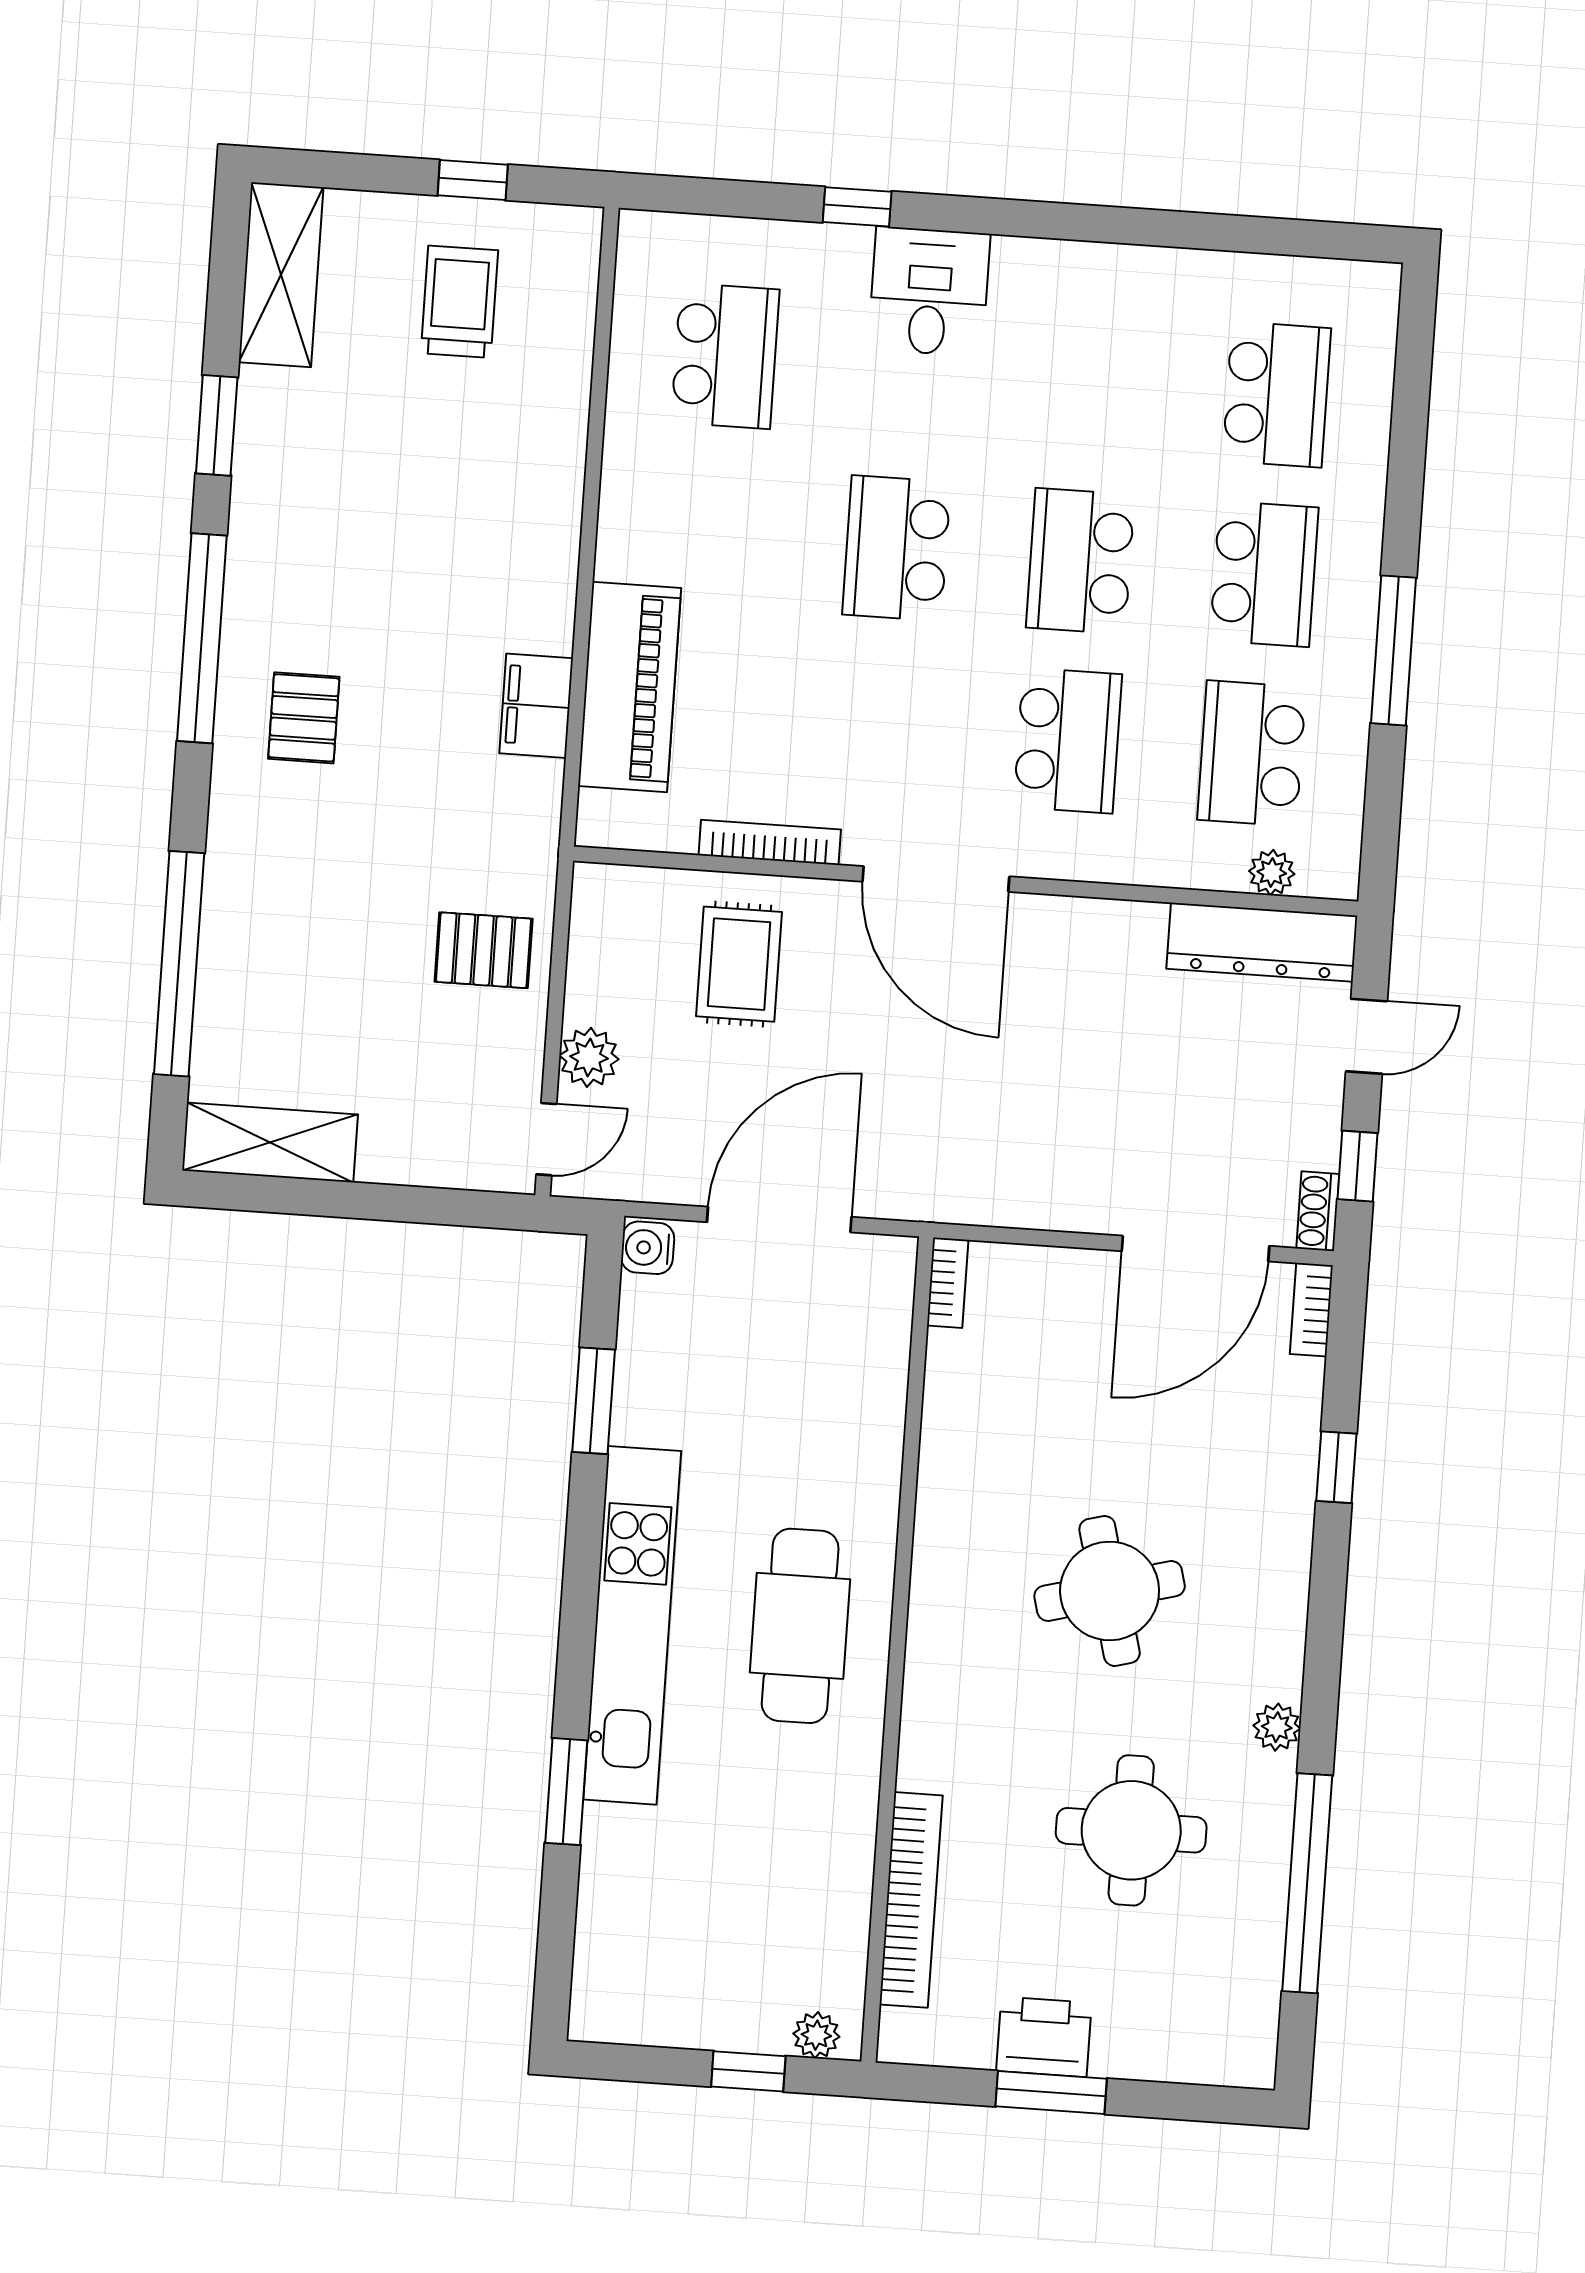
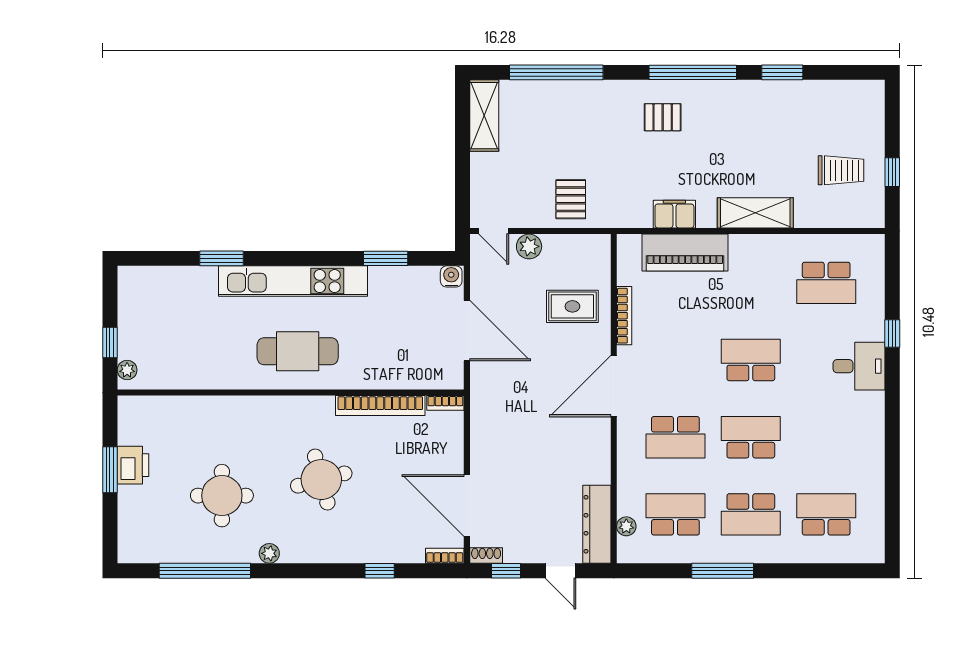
shelving: (281, 275) -> (755, 213), moved
school desk: (1277, 394) -> (826, 514), turned 180
bookcase: (911, 1900) -> (380, 406), moved

